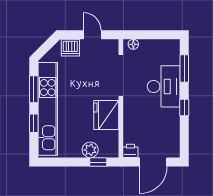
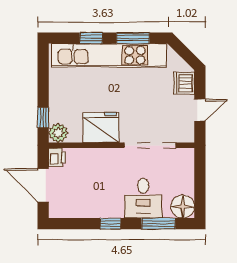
floor lamp: (133, 44) -> (183, 206), moved, width x1.89, depth x1.89
desk: (164, 86) -> (143, 198), width x0.73
plant: (90, 150) -> (58, 133), moved

